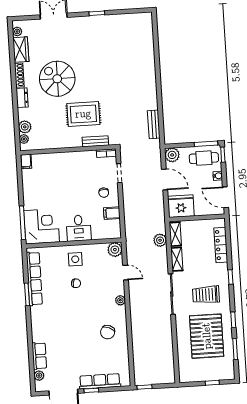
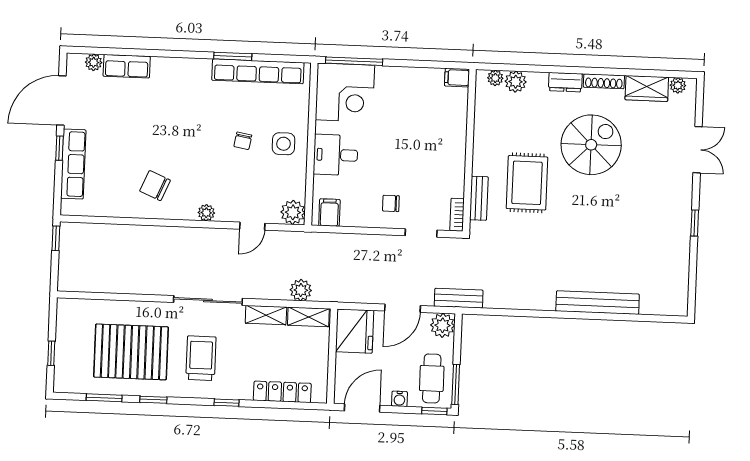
bench: (149, 65) -> (598, 303), added
bench: (154, 124) -> (459, 298), moved
filing cabinet: (112, 213) -> (329, 213), moved

